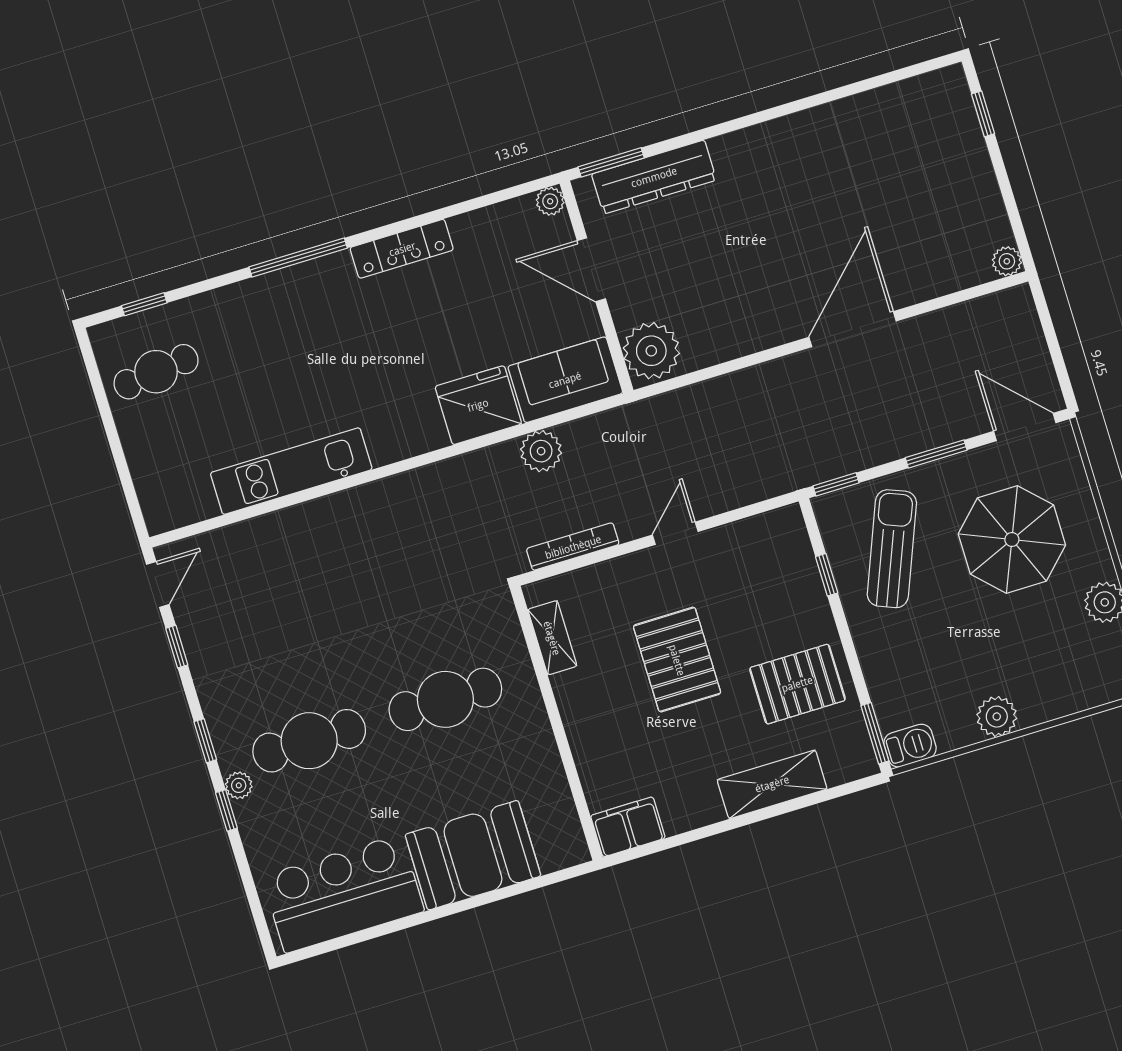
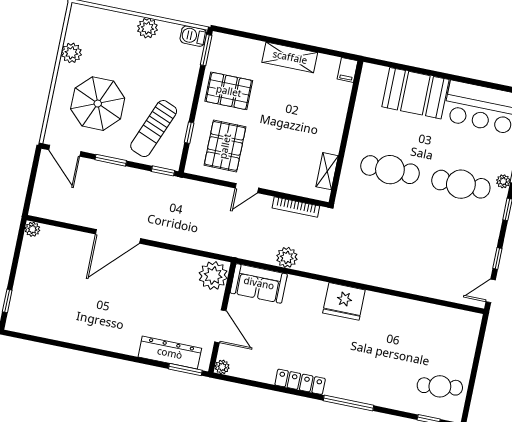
fridge: (478, 405) -> (344, 301), moved
kitchen unit: (291, 471) -> (403, 309), removed
pallet: (677, 660) -> (225, 146), moved
shelving: (772, 784) -> (290, 57), moved
filing cabinet: (628, 827) -> (347, 70), width x0.50

